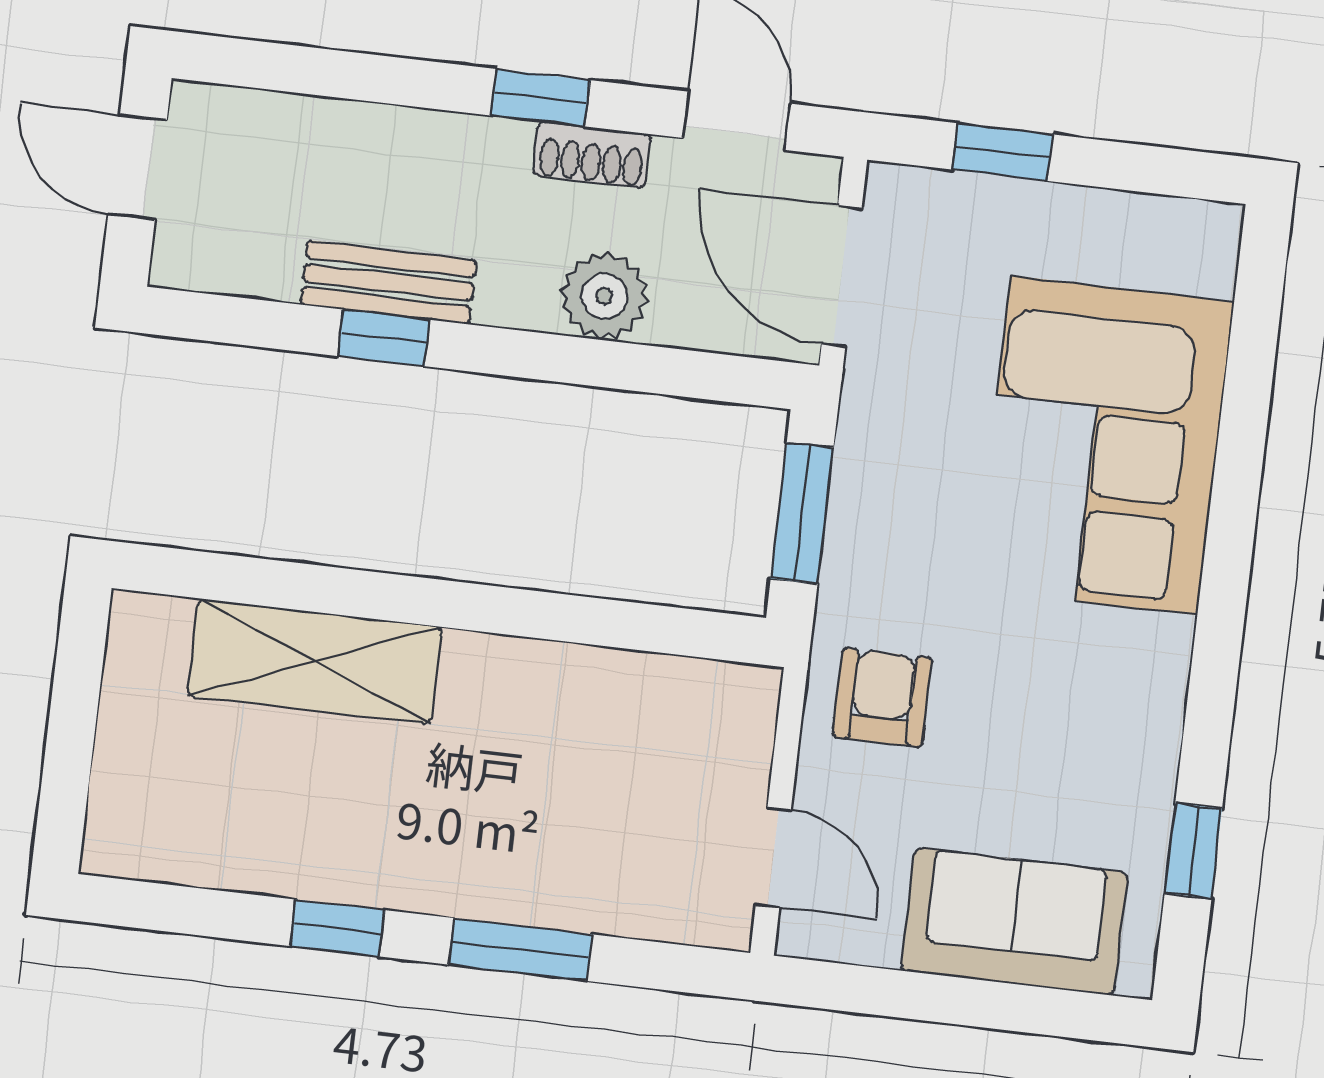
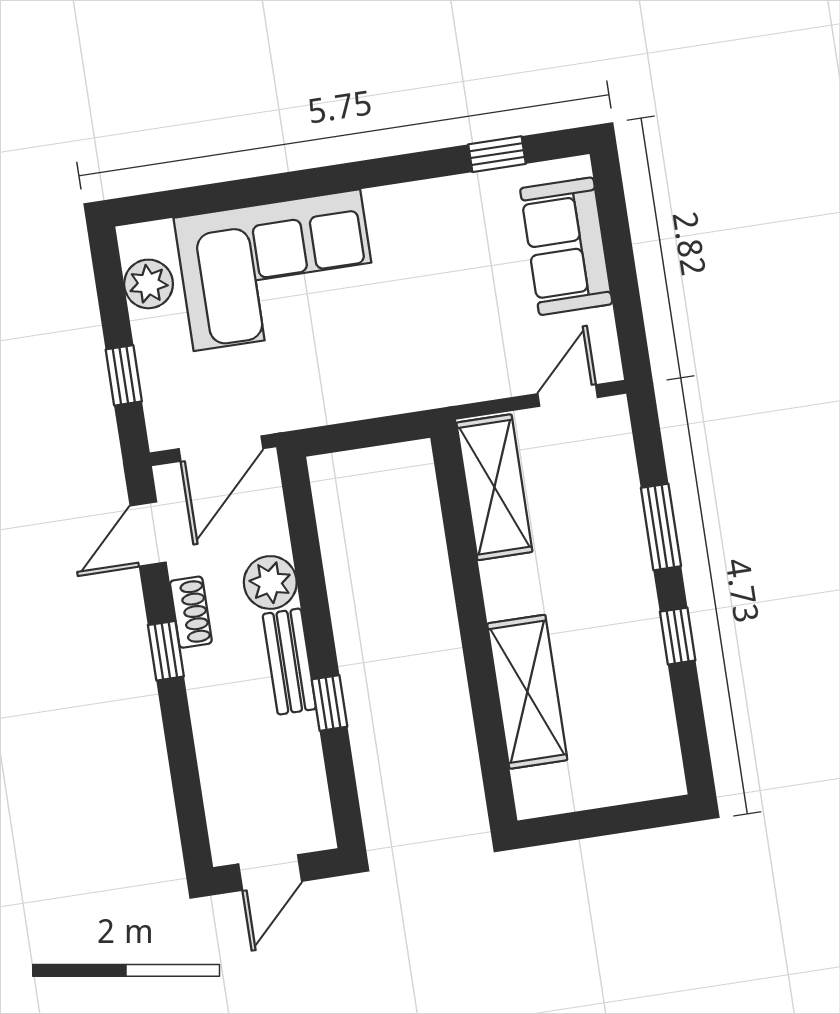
plant: (1139, 233) -> (149, 284), added
bench: (388, 282) -> (289, 662), moved
window: (802, 513) -> (364, 434), removed
armchair: (882, 697) -> (458, 358), removed
shelving: (658, 699) -> (494, 487), added

